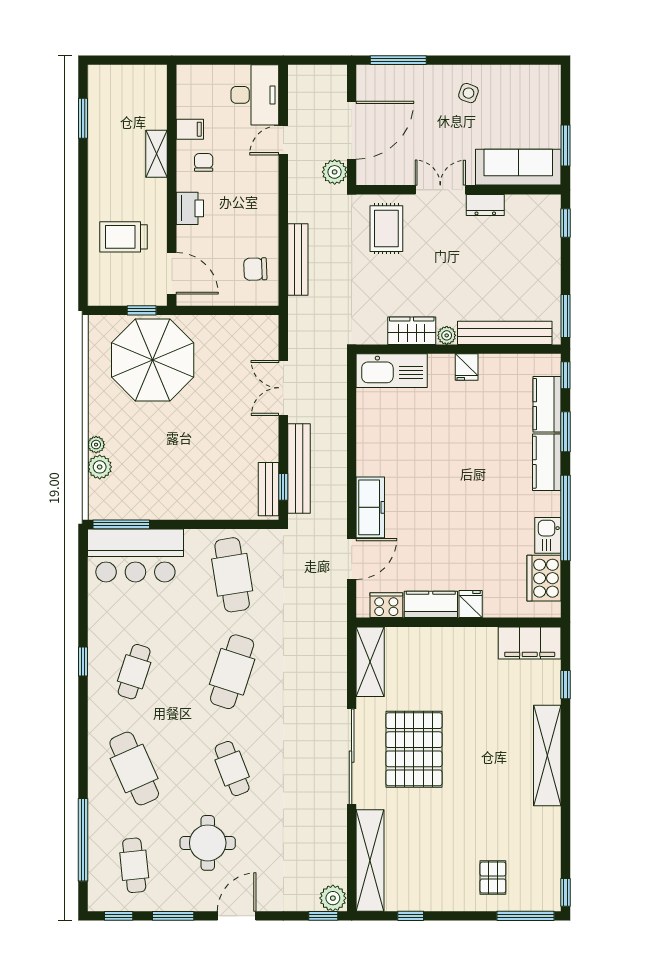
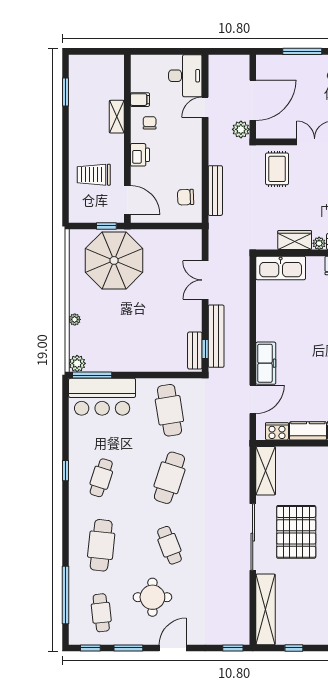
window: (398, 60) -> (302, 51), moved
plant: (100, 467) -> (77, 363), moved
cafe table: (134, 768) -> (101, 545), turned 30
plant: (333, 898) -> (240, 636), removed

